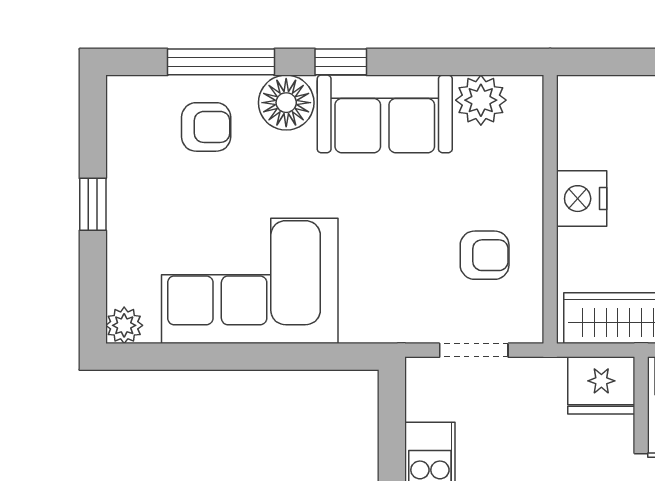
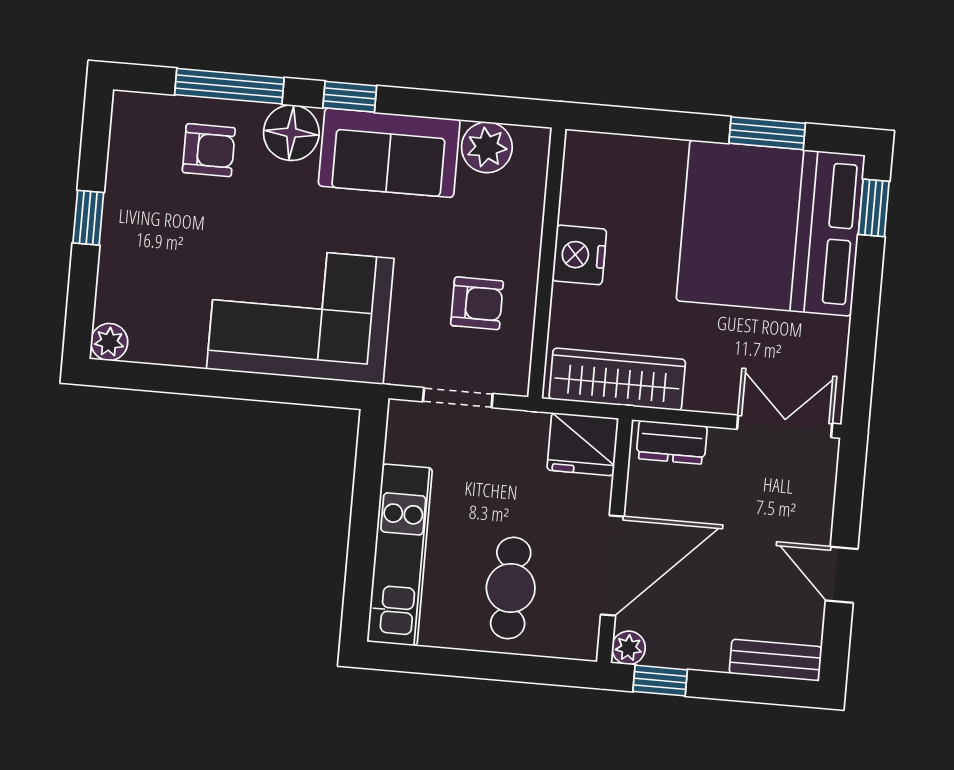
corner sofa: (250, 281) -> (300, 314), moved

